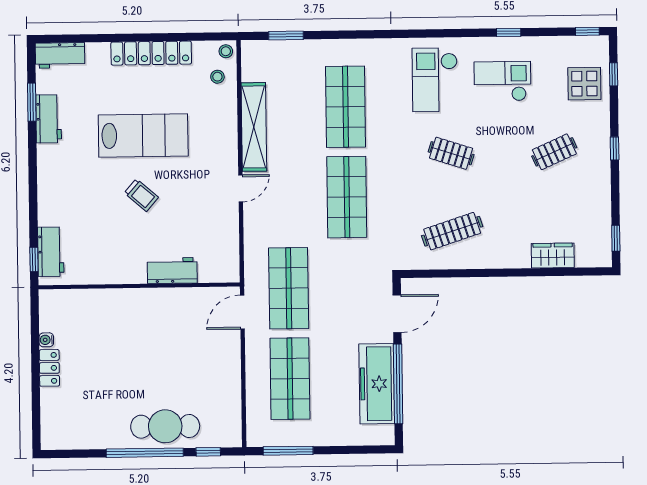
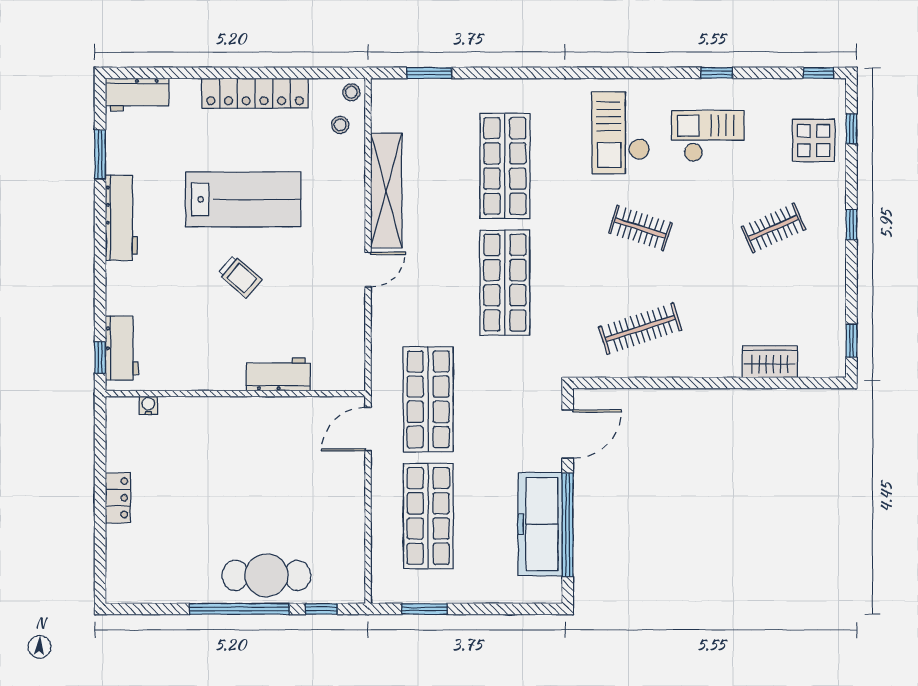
workbench: (49, 119) -> (121, 218), moved, width x1.38
water cooler: (46, 340) -> (148, 405), moved, turned 90
window: (288, 451) -> (425, 609), width x0.69

